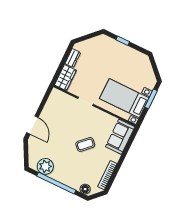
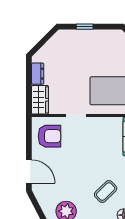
armchair: (59, 107) -> (49, 136), added
coffee table: (85, 144) -> (106, 192), moved

